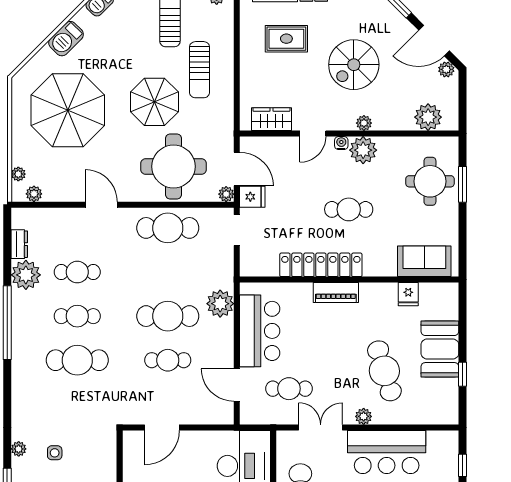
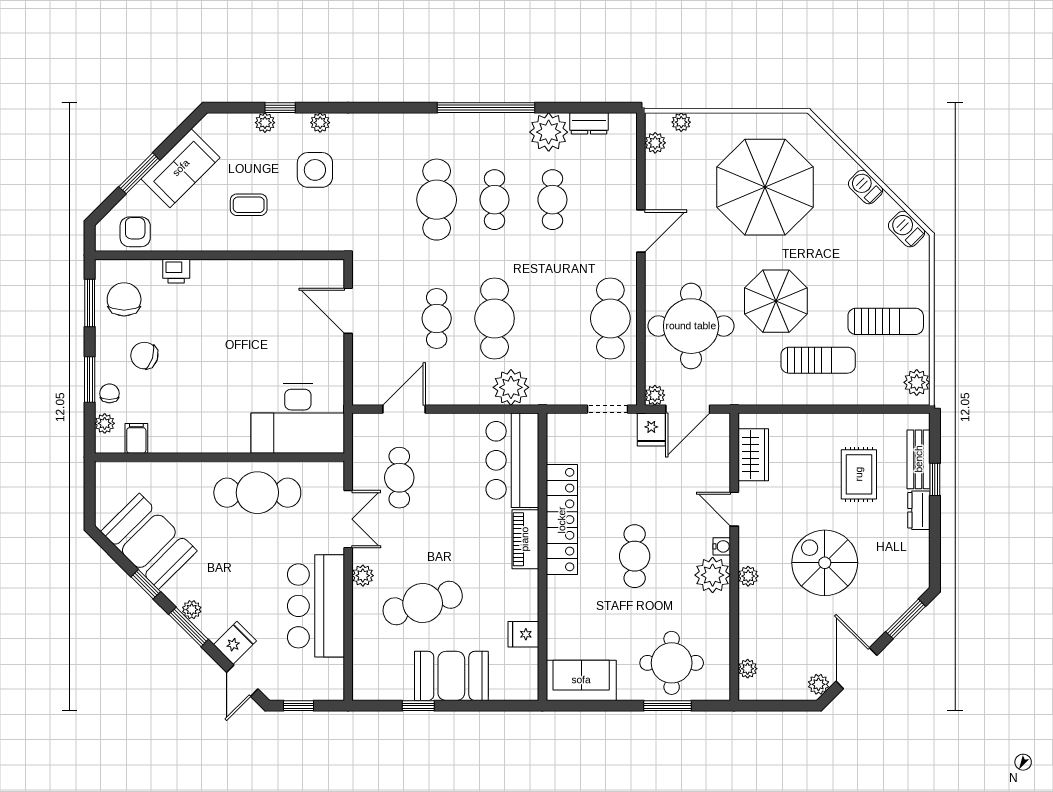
barbecue: (66, 39) -> (865, 187), width x0.73, depth x0.79
sun lounger: (200, 70) -> (818, 360), turned 180
plant: (428, 117) -> (748, 669), width x0.53, depth x0.53
sofa: (424, 261) -> (581, 680), moved, turned -90
bar counter: (260, 331) -> (512, 460), moved, turned 90
side table: (55, 453) -> (315, 170), width x1.87, depth x1.87

